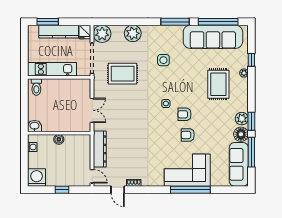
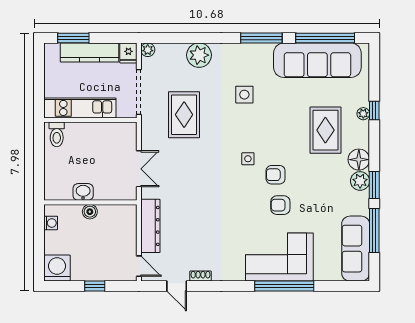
plant: (102, 34) -> (148, 50), width x0.53, depth x0.53
window: (251, 60) -> (374, 111), moved
rug: (123, 74) -> (184, 115), turned 90
washbasin: (34, 126) -> (83, 192), moved
floor lamp: (241, 134) -> (359, 160), moved

